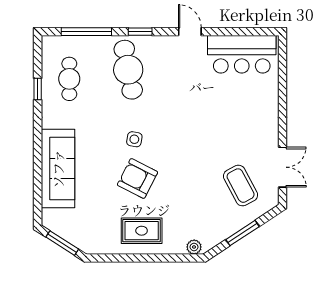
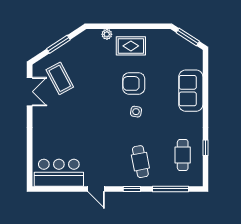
cafe table: (128, 70) -> (140, 162), width x0.73, depth x0.74
double door: (282, 167) -> (30, 92), swing flipped
sofa: (58, 169) -> (191, 91), width x0.73
armchair: (138, 178) -> (134, 83), turned 153
plant: (194, 247) -> (107, 34), moved

